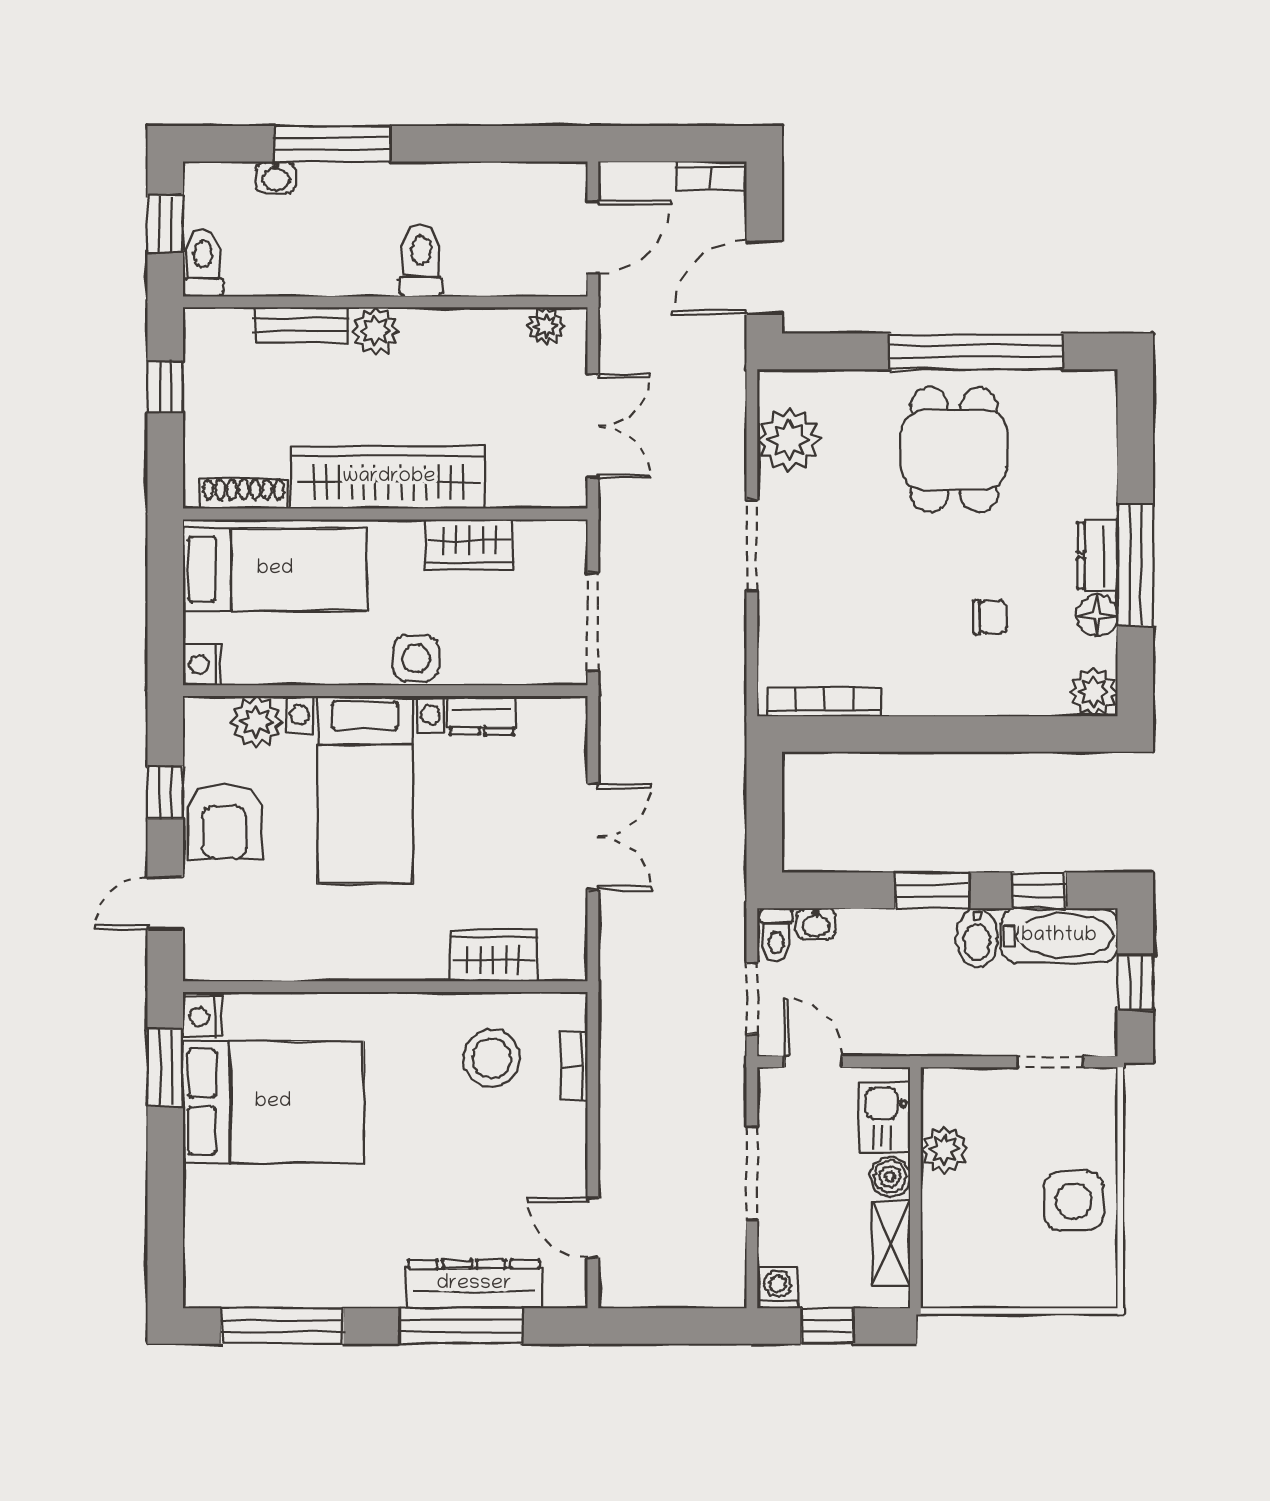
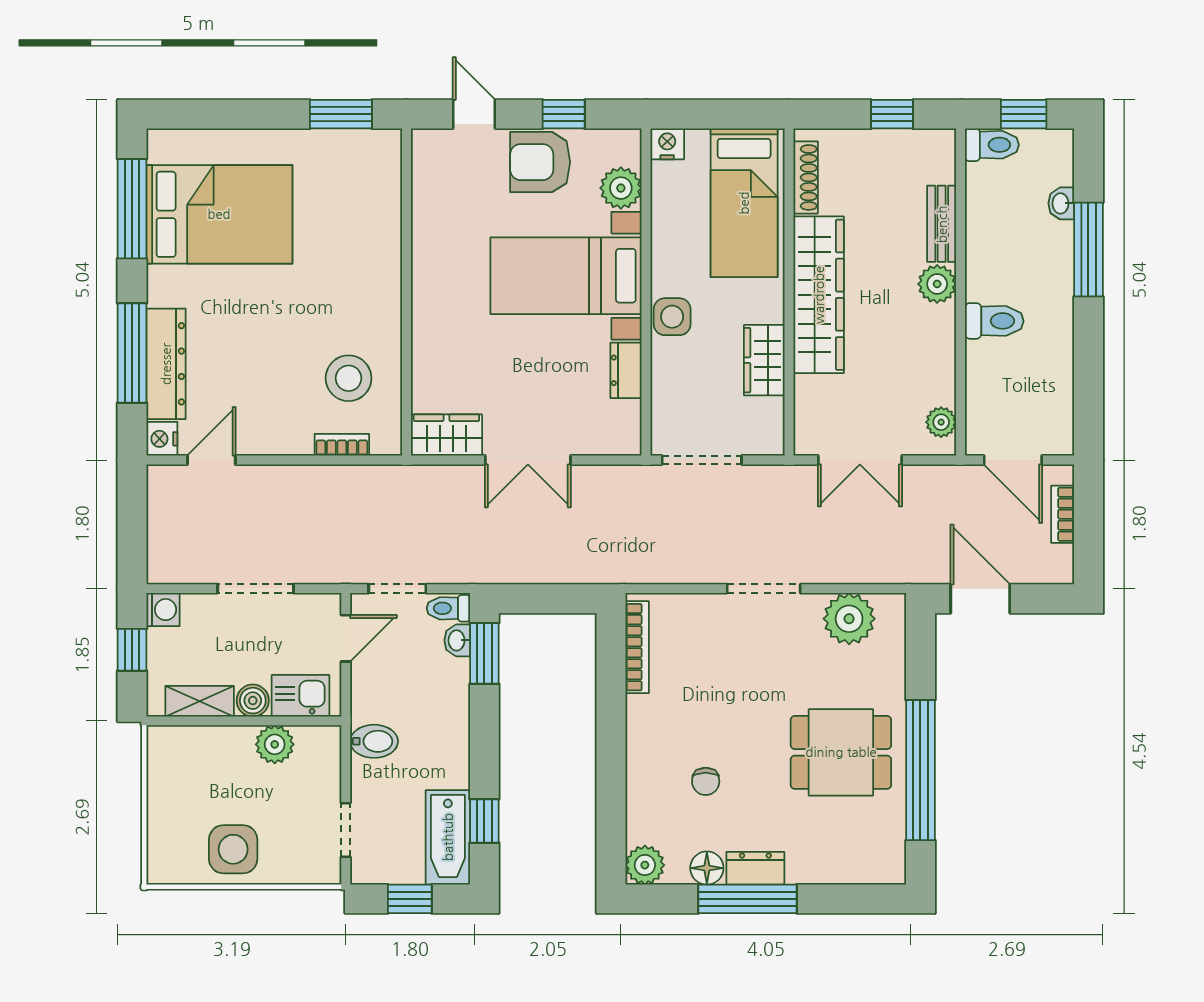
bookcase: (711, 176) -> (1063, 514), moved
window: (932, 890) -> (484, 653), moved
bidet: (977, 938) -> (374, 741), moved, turned 180
wardrobe: (493, 956) -> (446, 435), moved, turned -90
nightstand: (202, 1017) -> (162, 439), moved, turned -90
bed: (273, 1102) -> (219, 214), moved, turned -90

